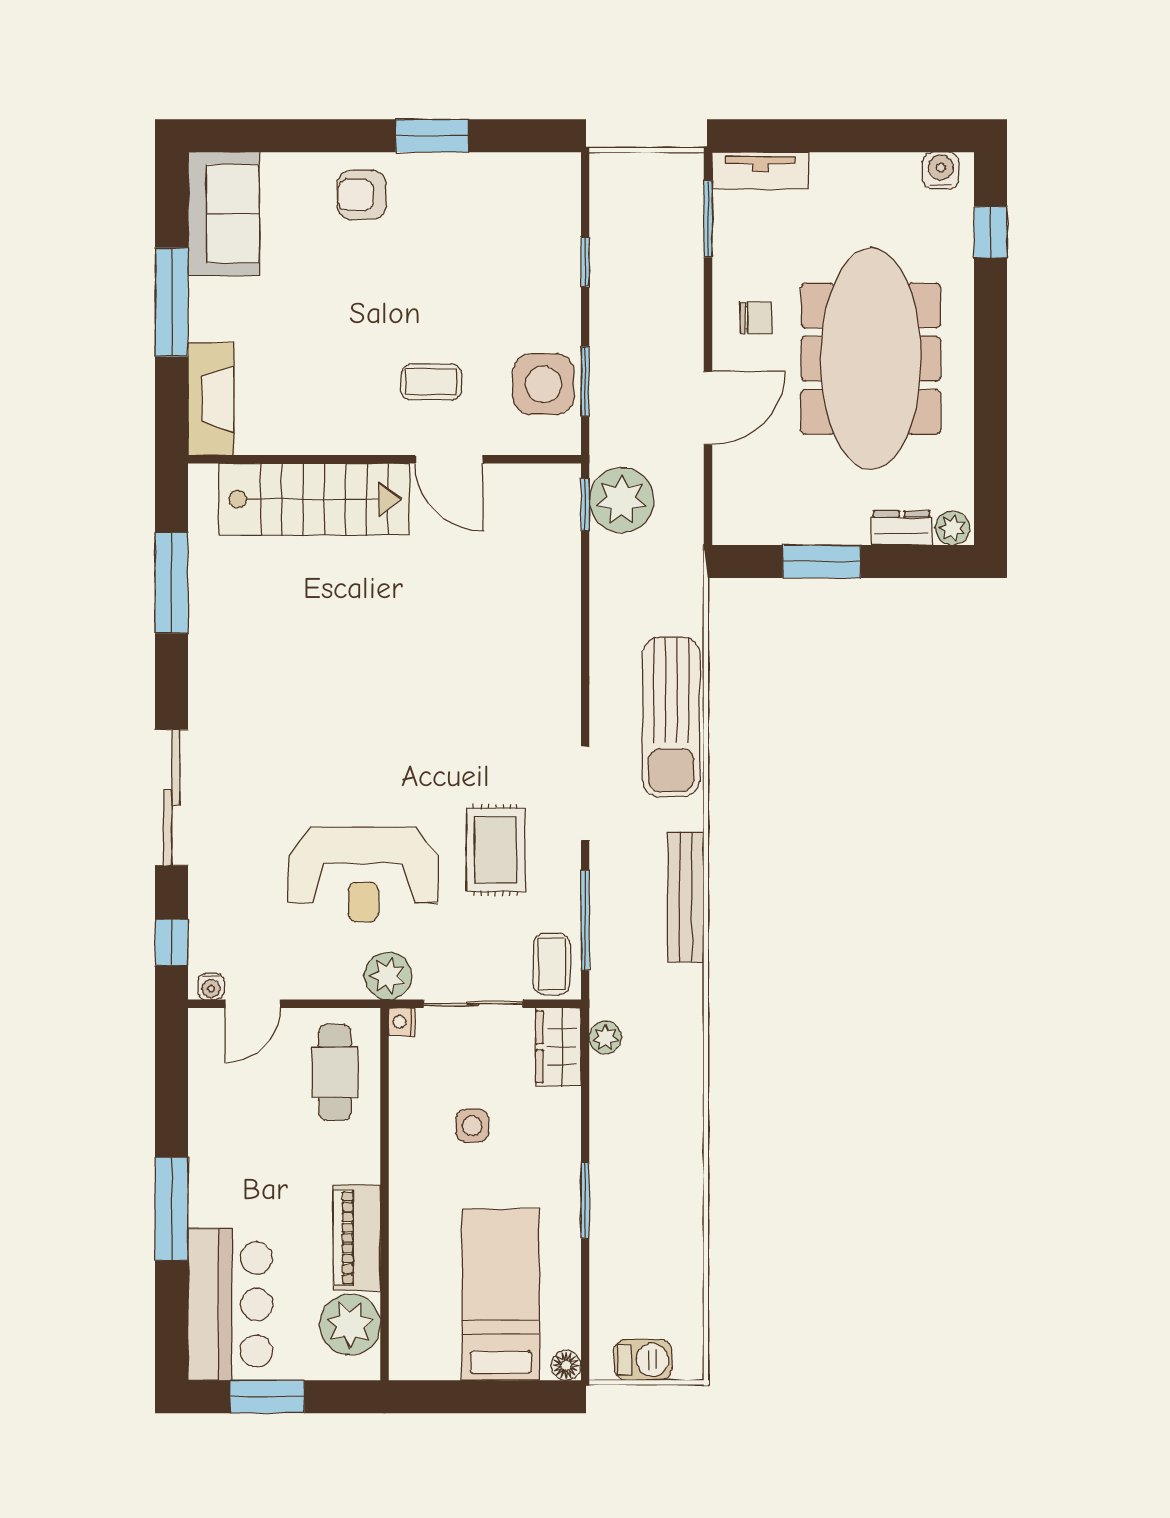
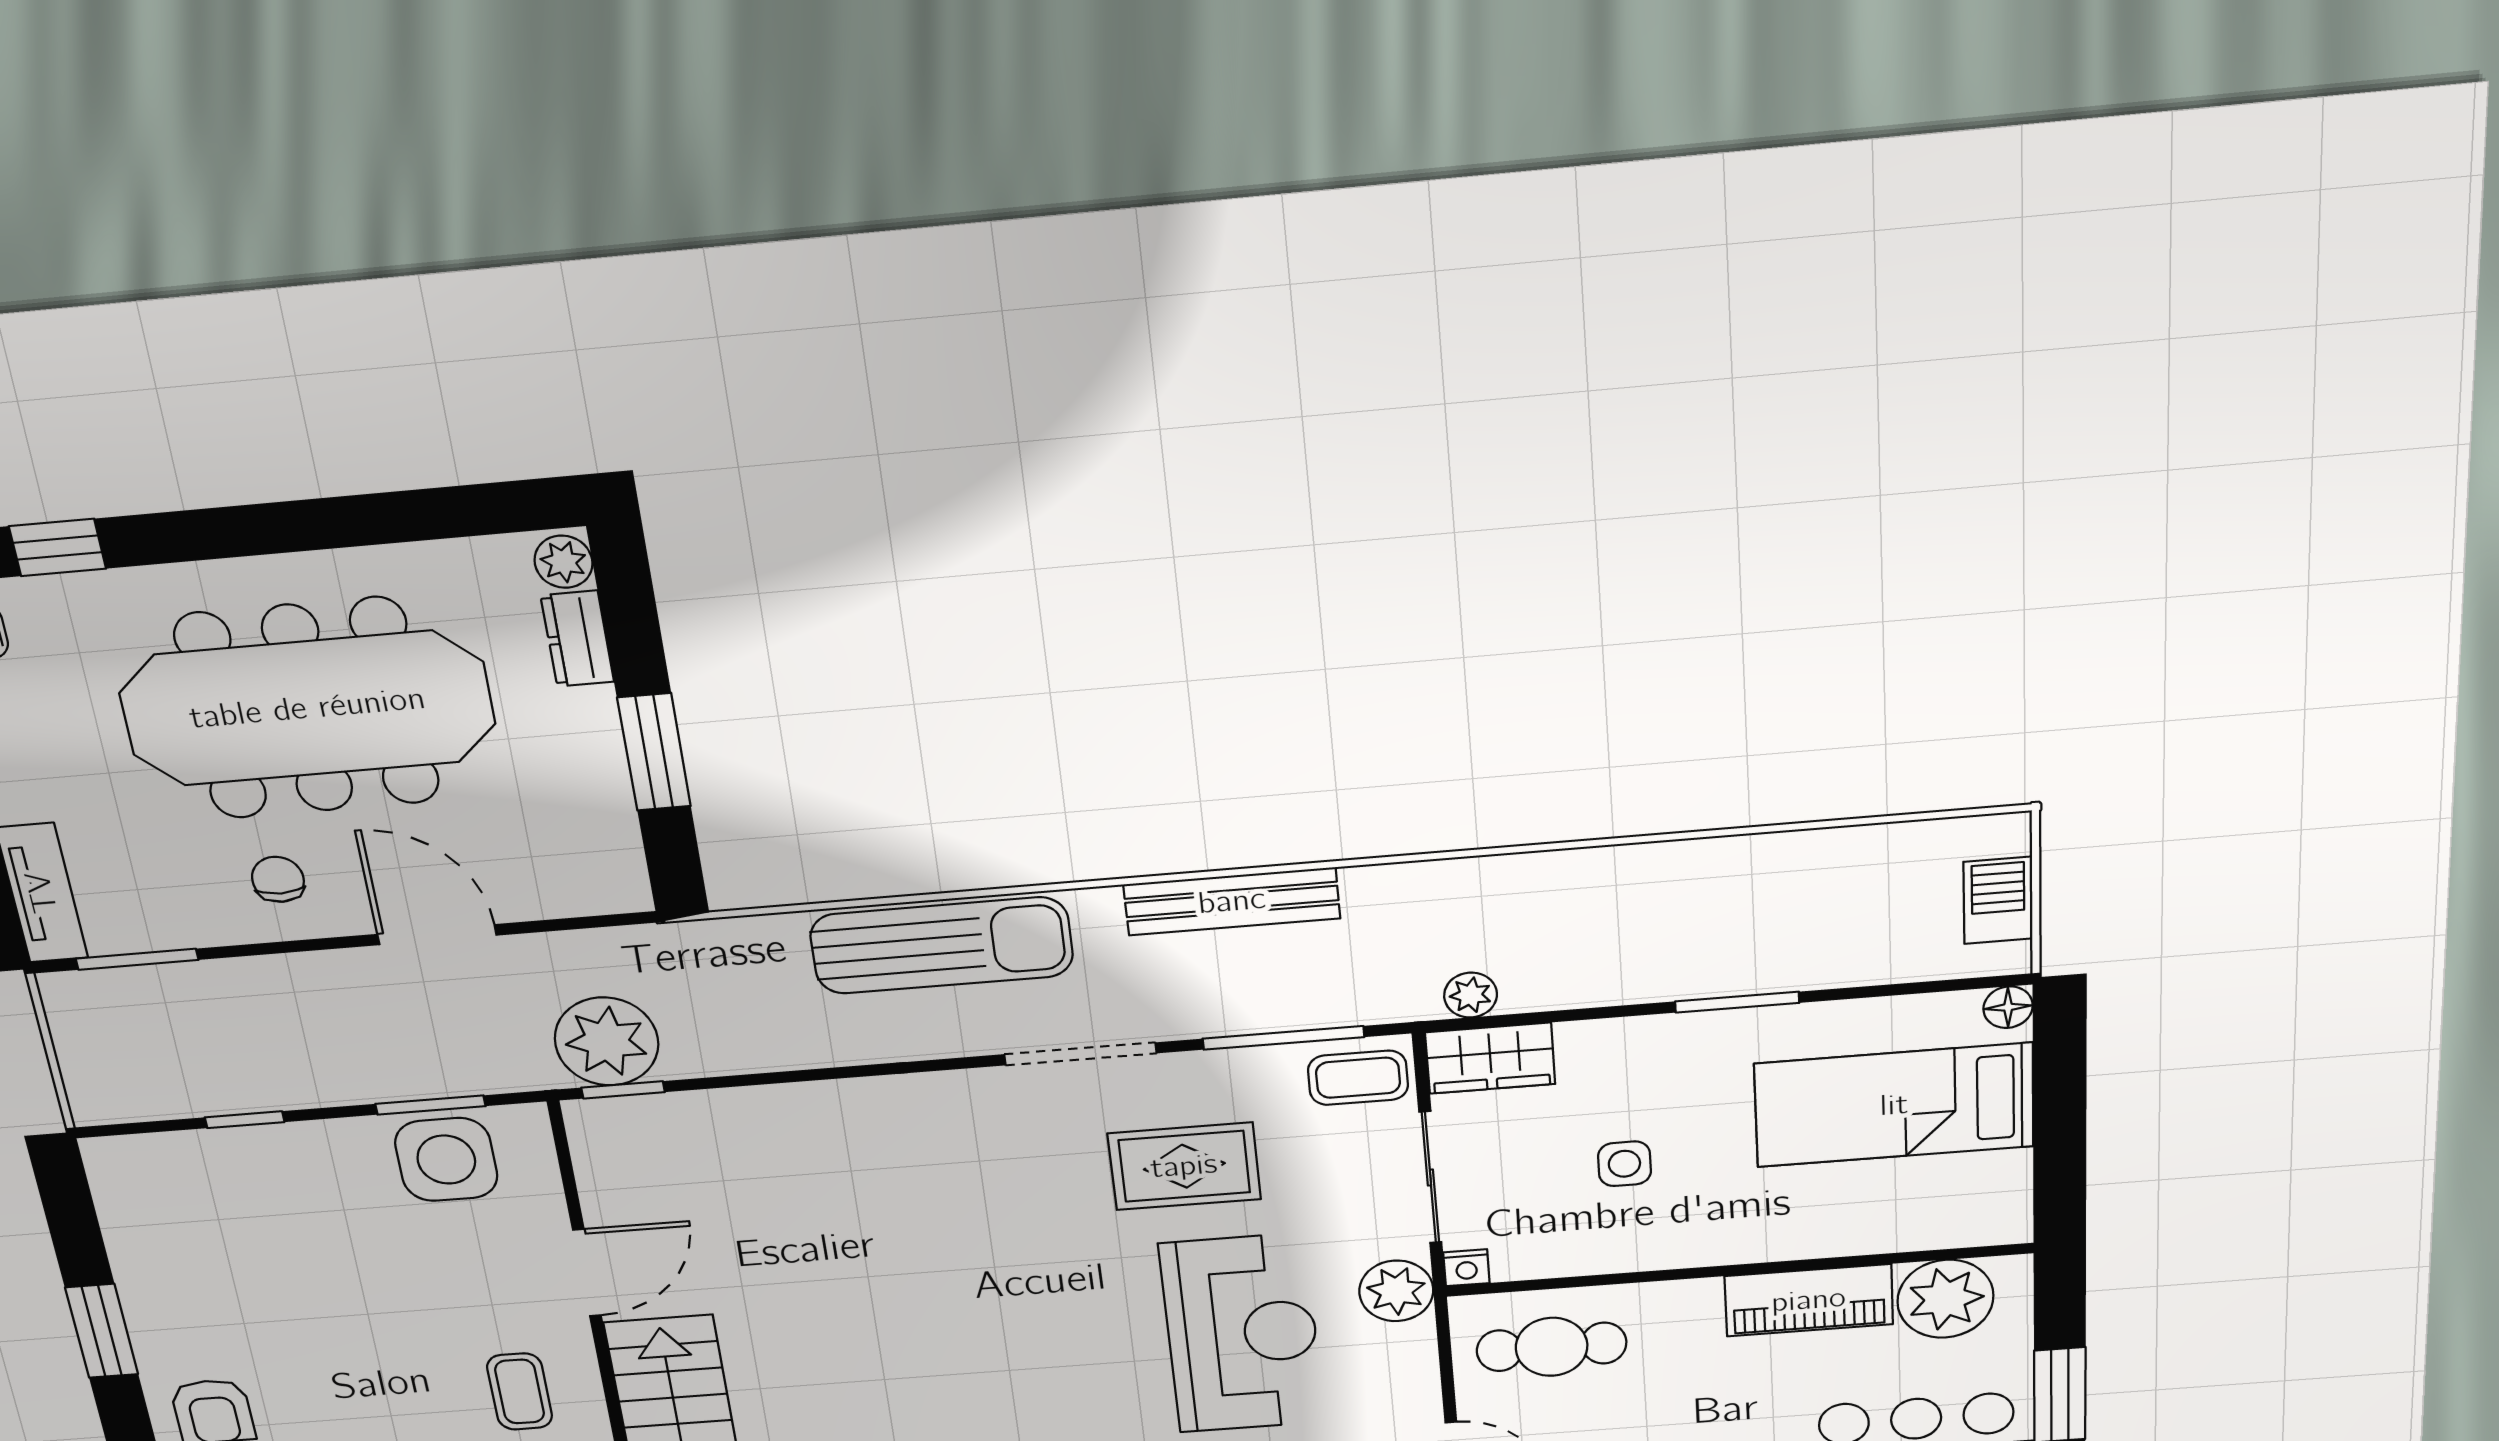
coffee table: (431, 382) -> (520, 1392), moved

